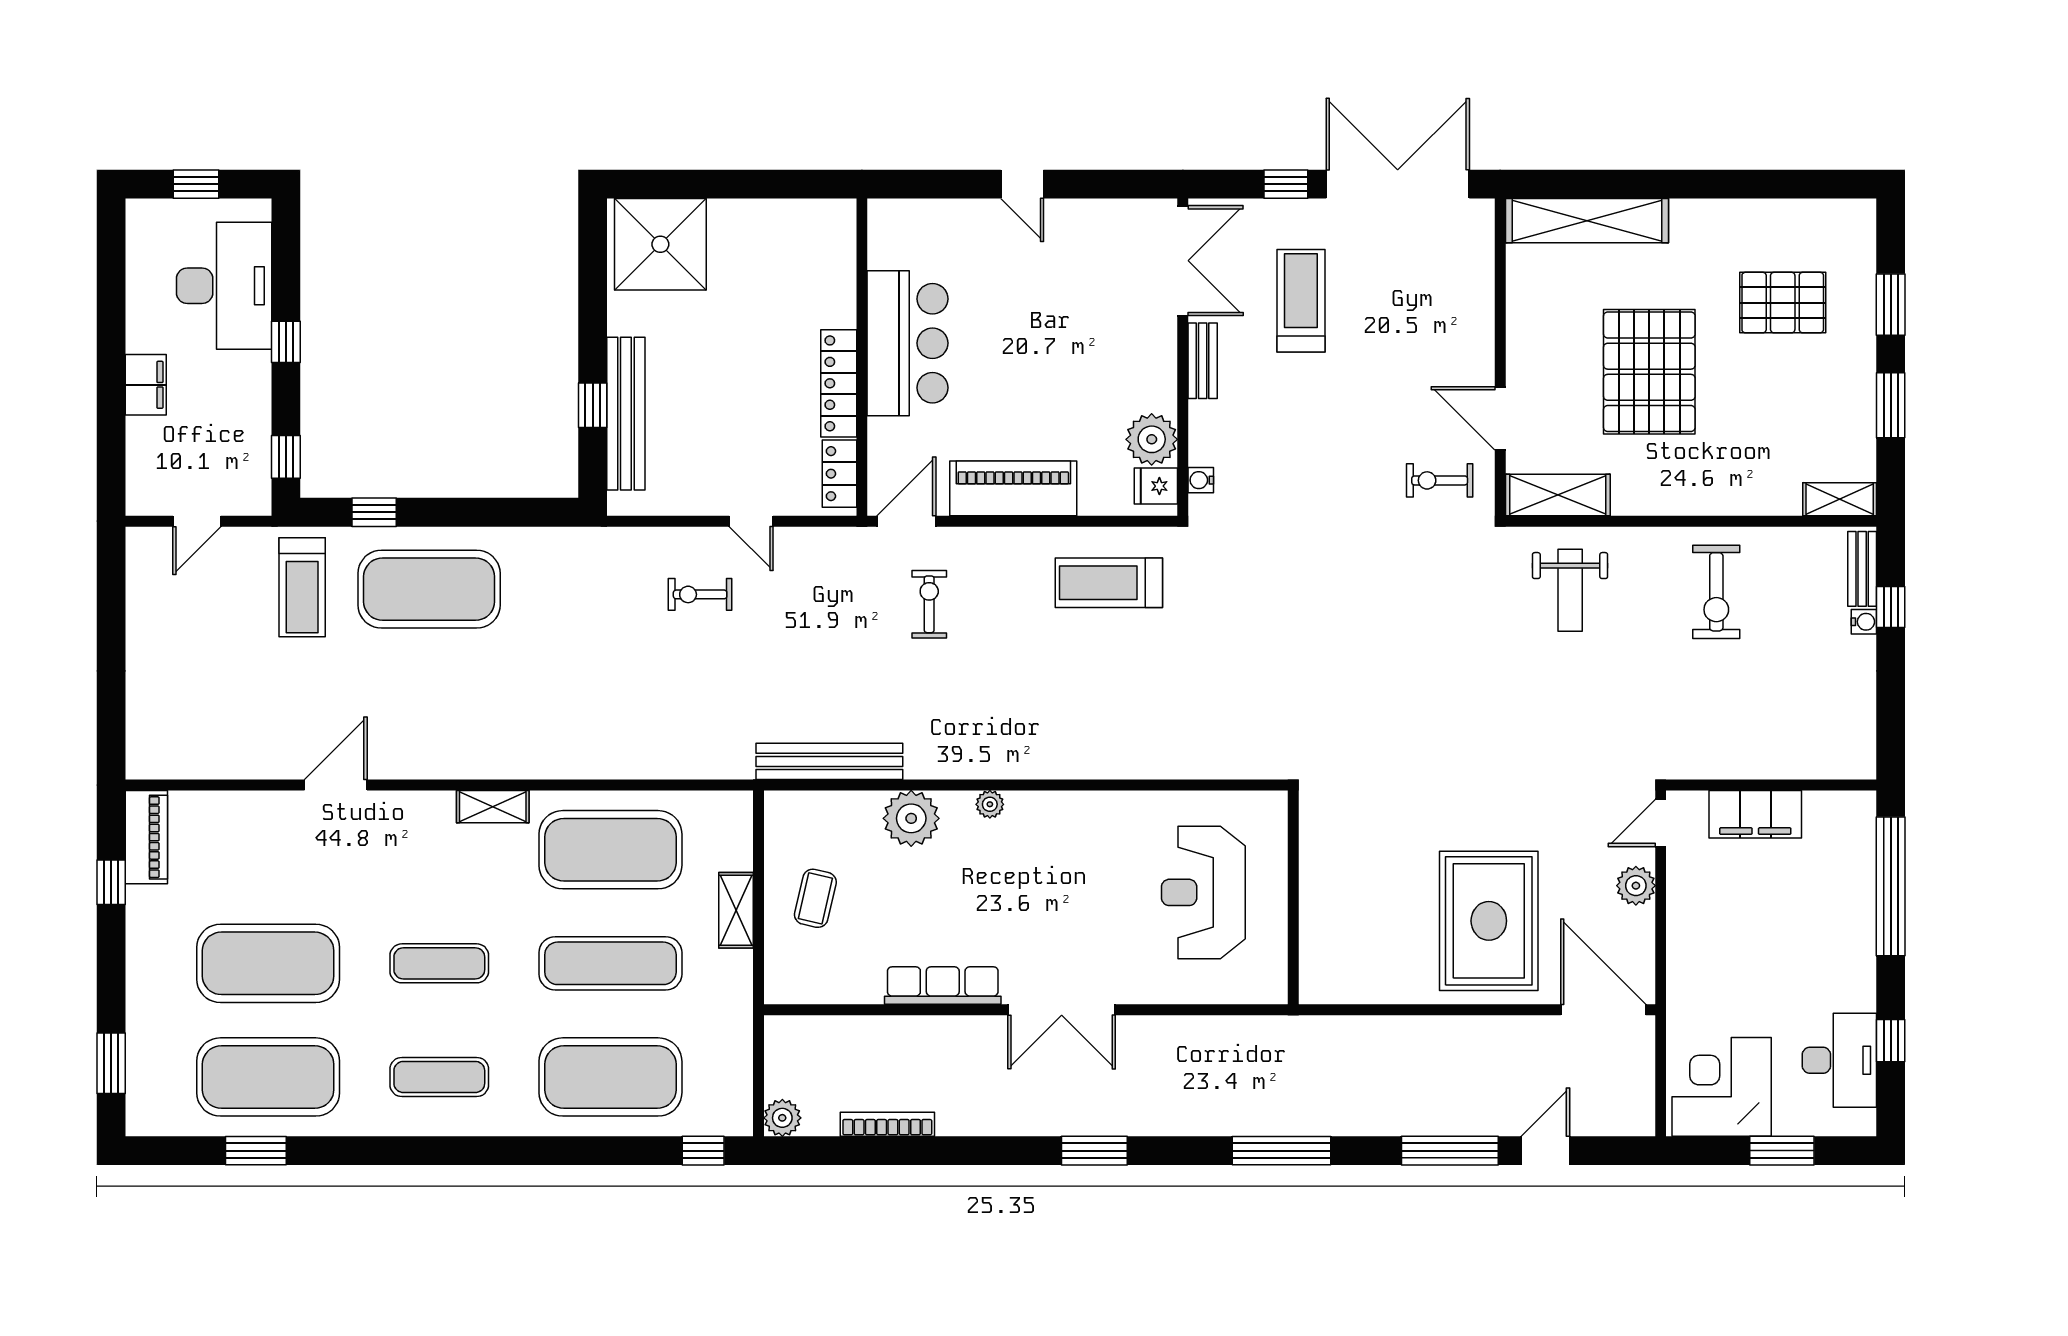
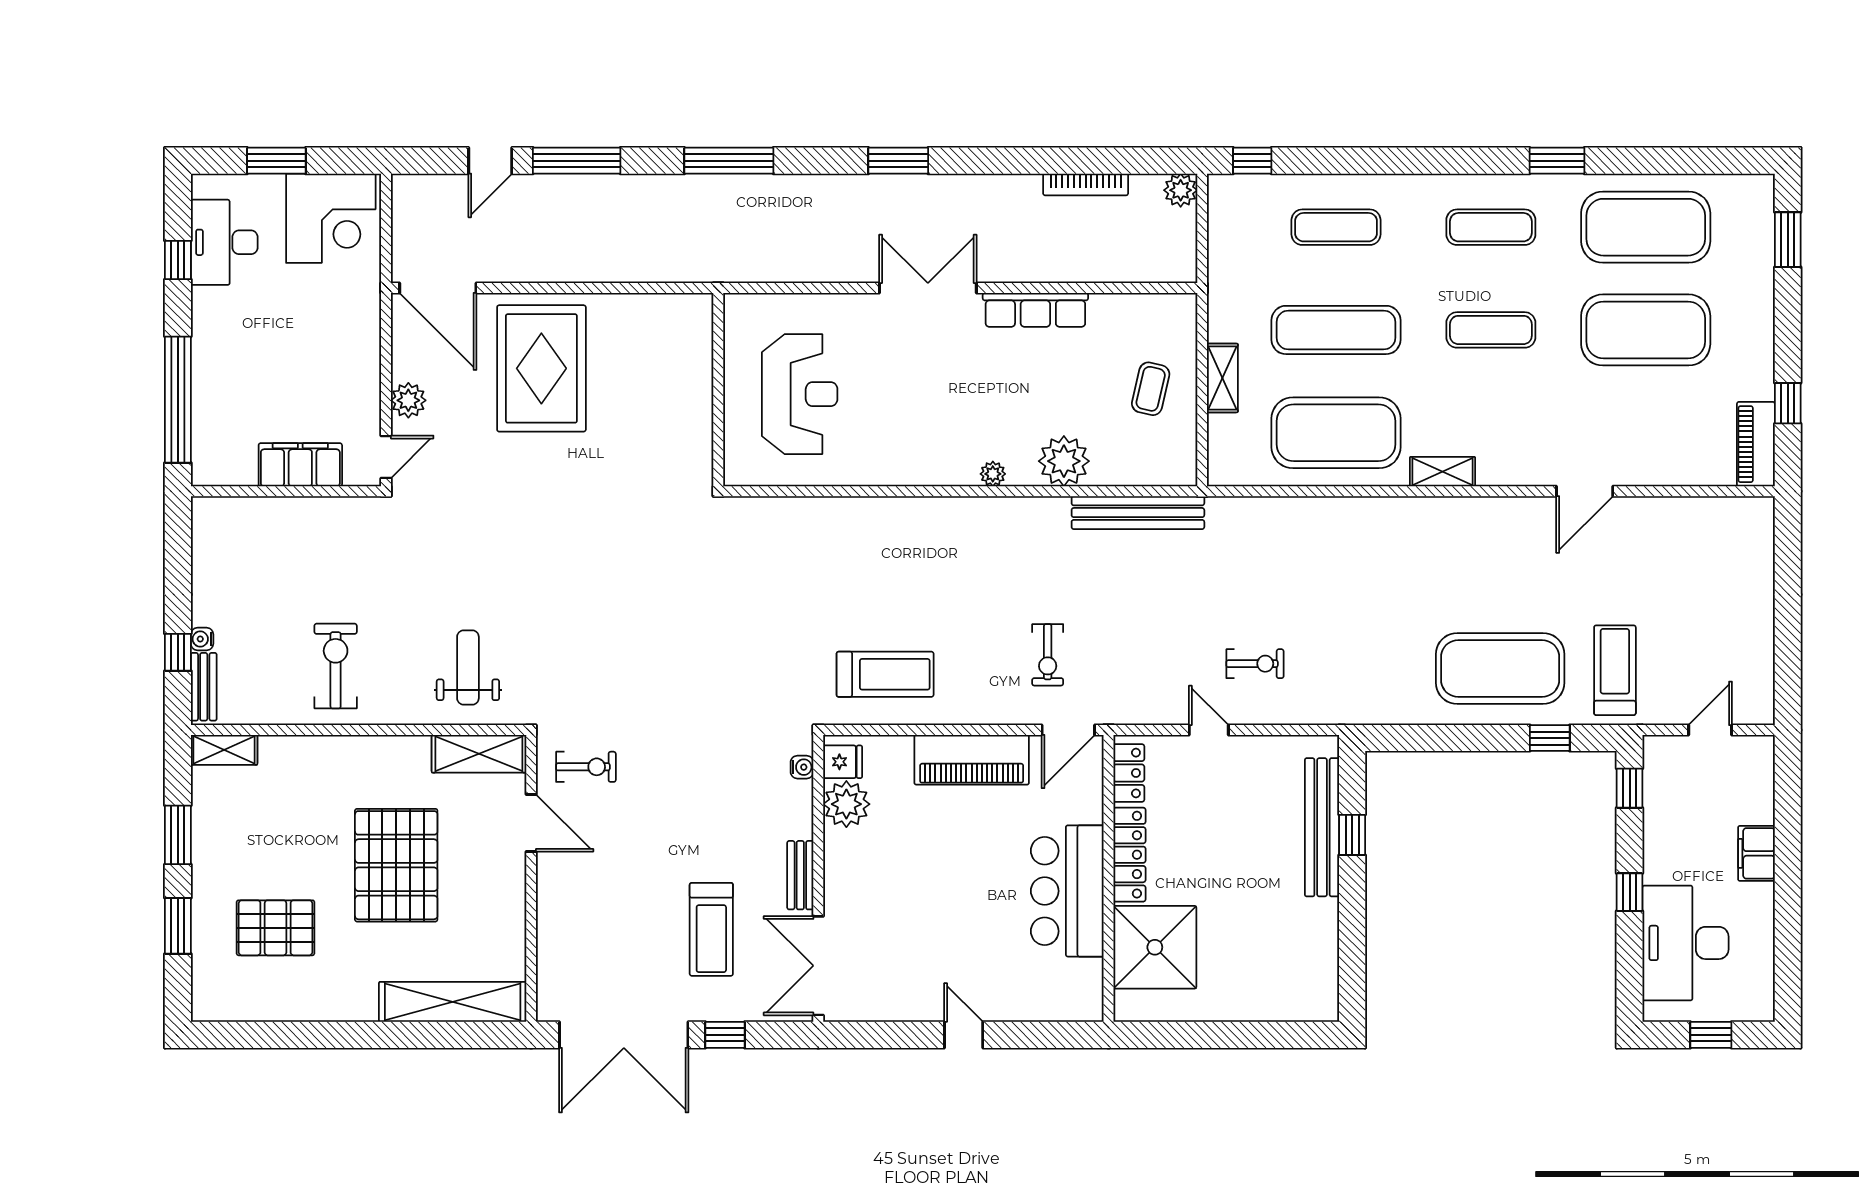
shower: (660, 244) -> (1155, 947), moved
exercise mat: (610, 1077) -> (1336, 227), width x0.50, depth x0.69
window: (256, 1151) -> (1557, 161), moved

